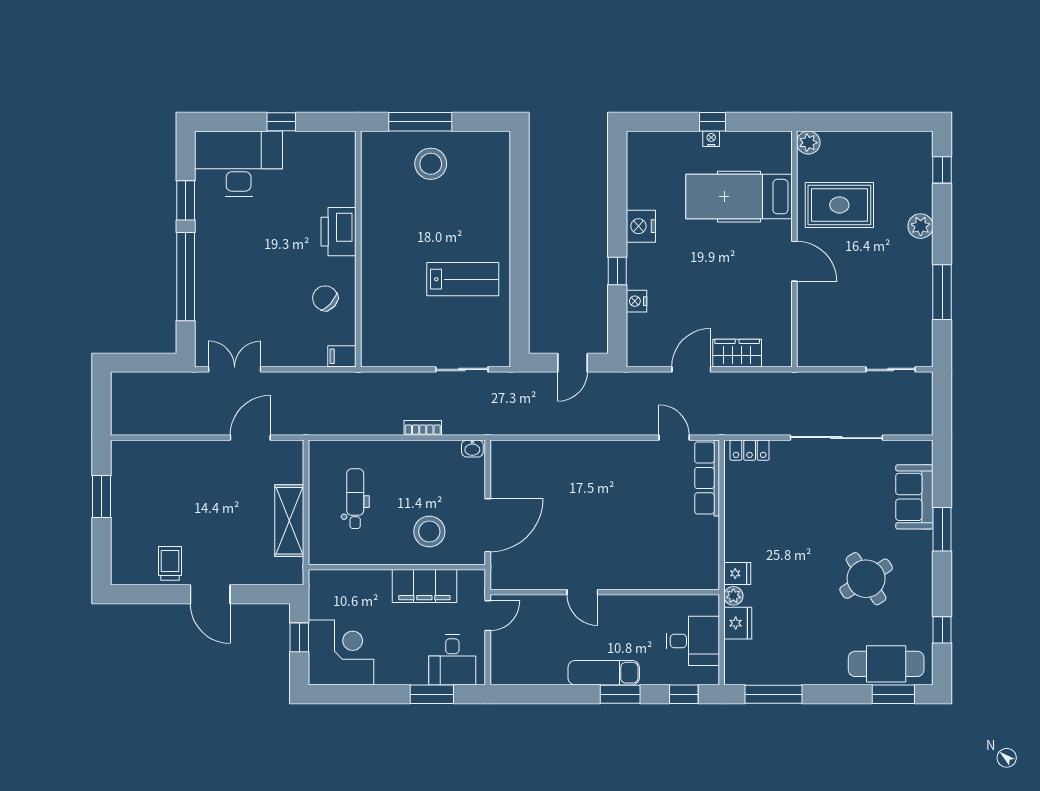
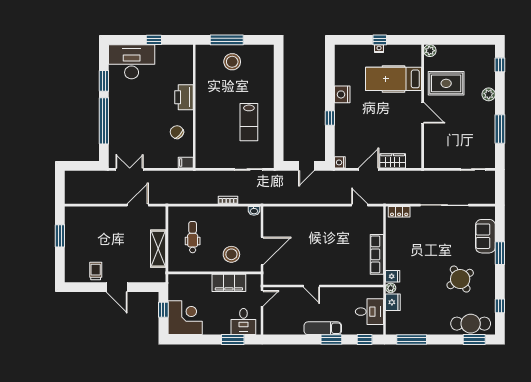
lab bench: (463, 279) -> (249, 122), turned 90
nightstand: (636, 301) -> (340, 162), moved
row of seats: (707, 478) -> (377, 254), moved

